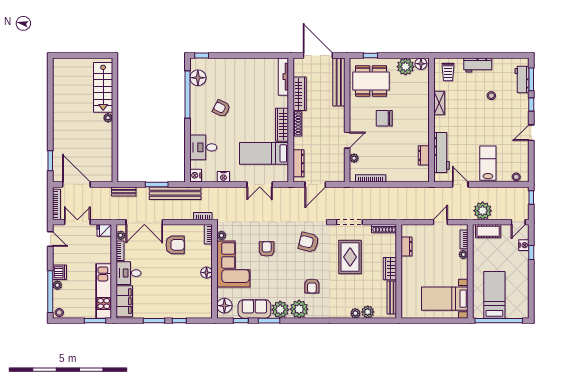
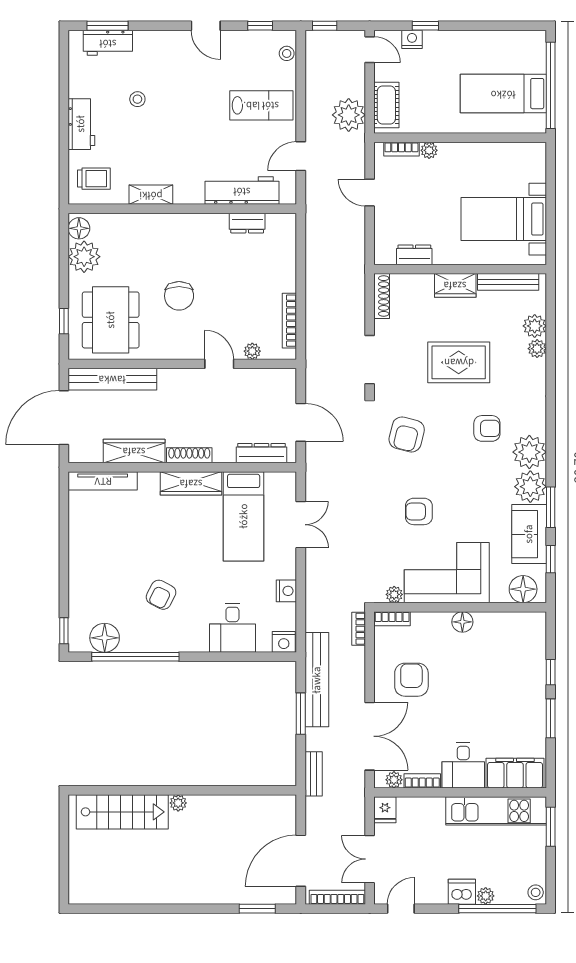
window: (531, 105) -> (260, 26), moved
lab bench: (488, 163) -> (261, 105), turned 180
rug: (350, 257) -> (459, 362), moved
bed with nightstands: (445, 299) -> (504, 219), moved, turned 90

